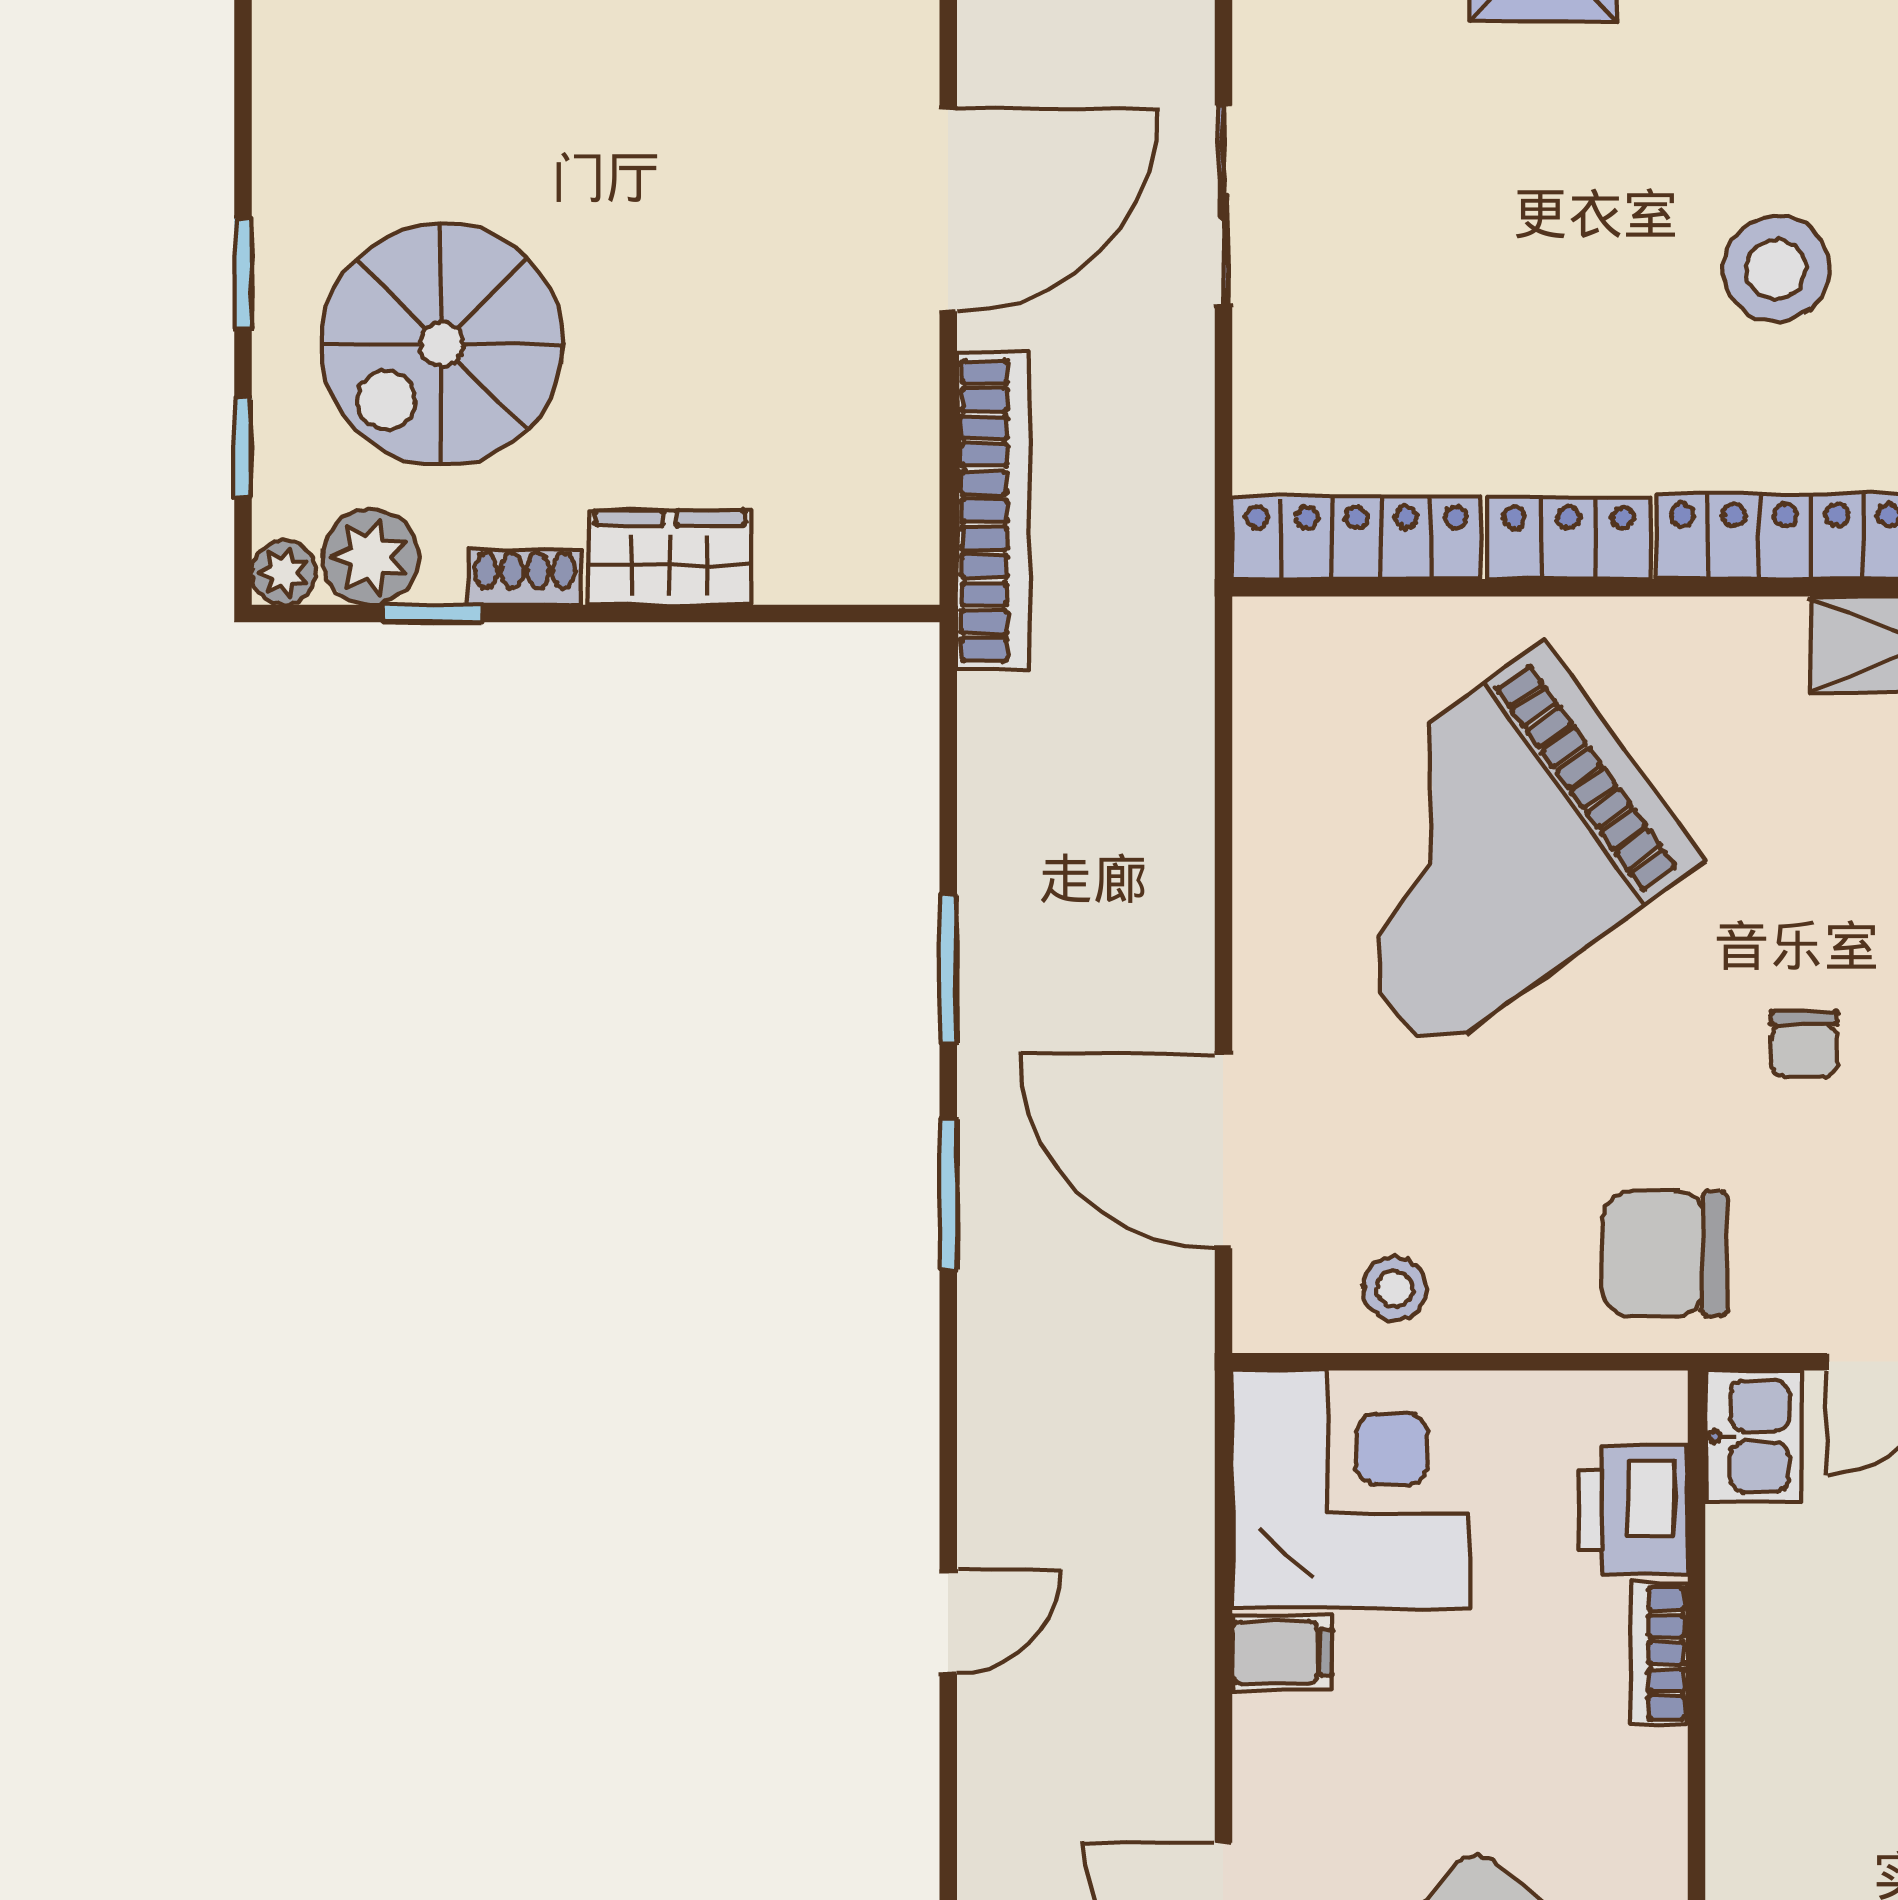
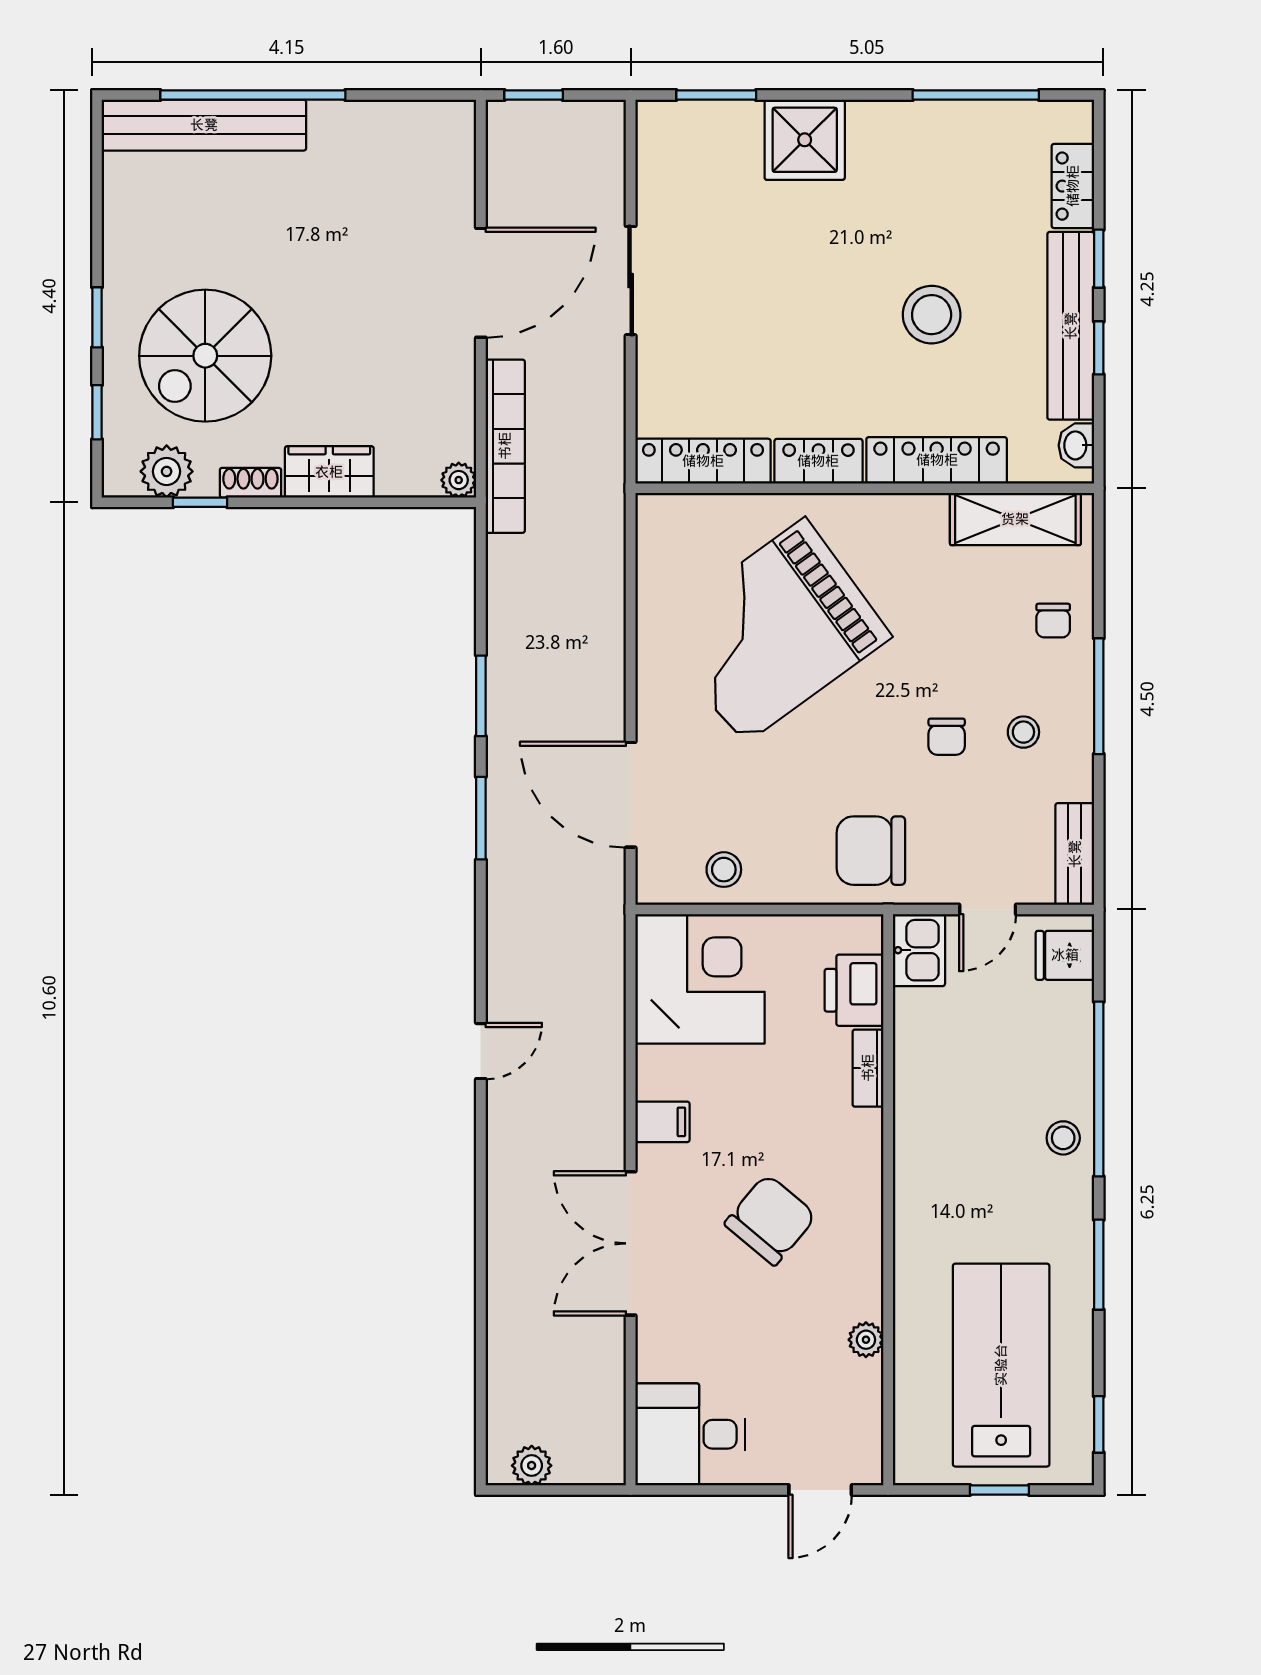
plant: (284, 573) -> (459, 480), moved
filing cabinet: (1282, 1652) -> (662, 1122), moved

